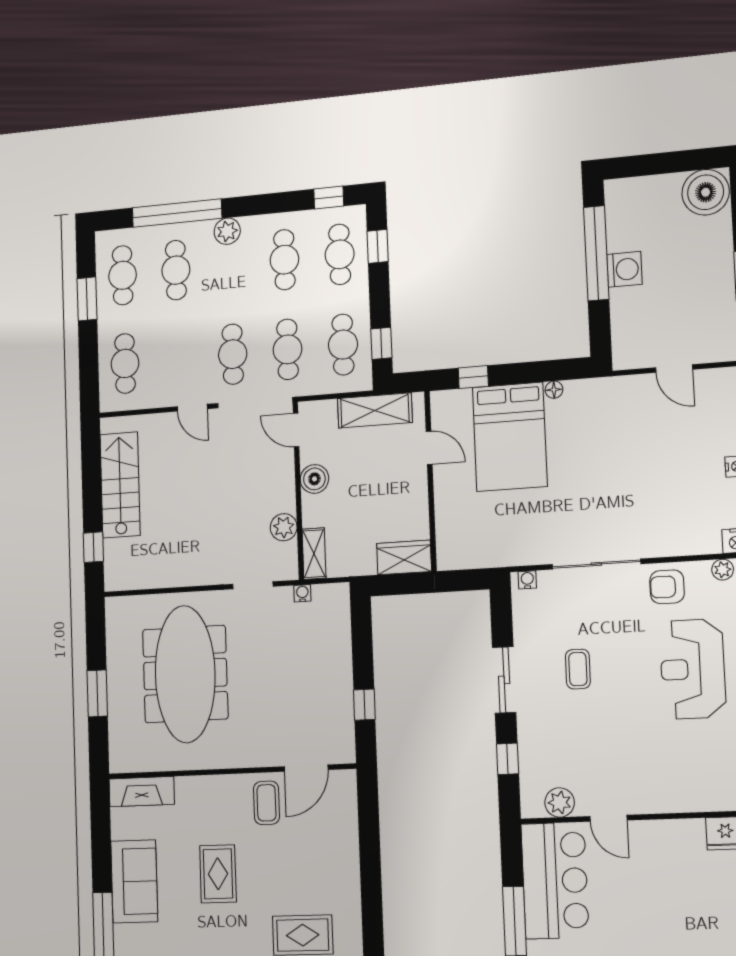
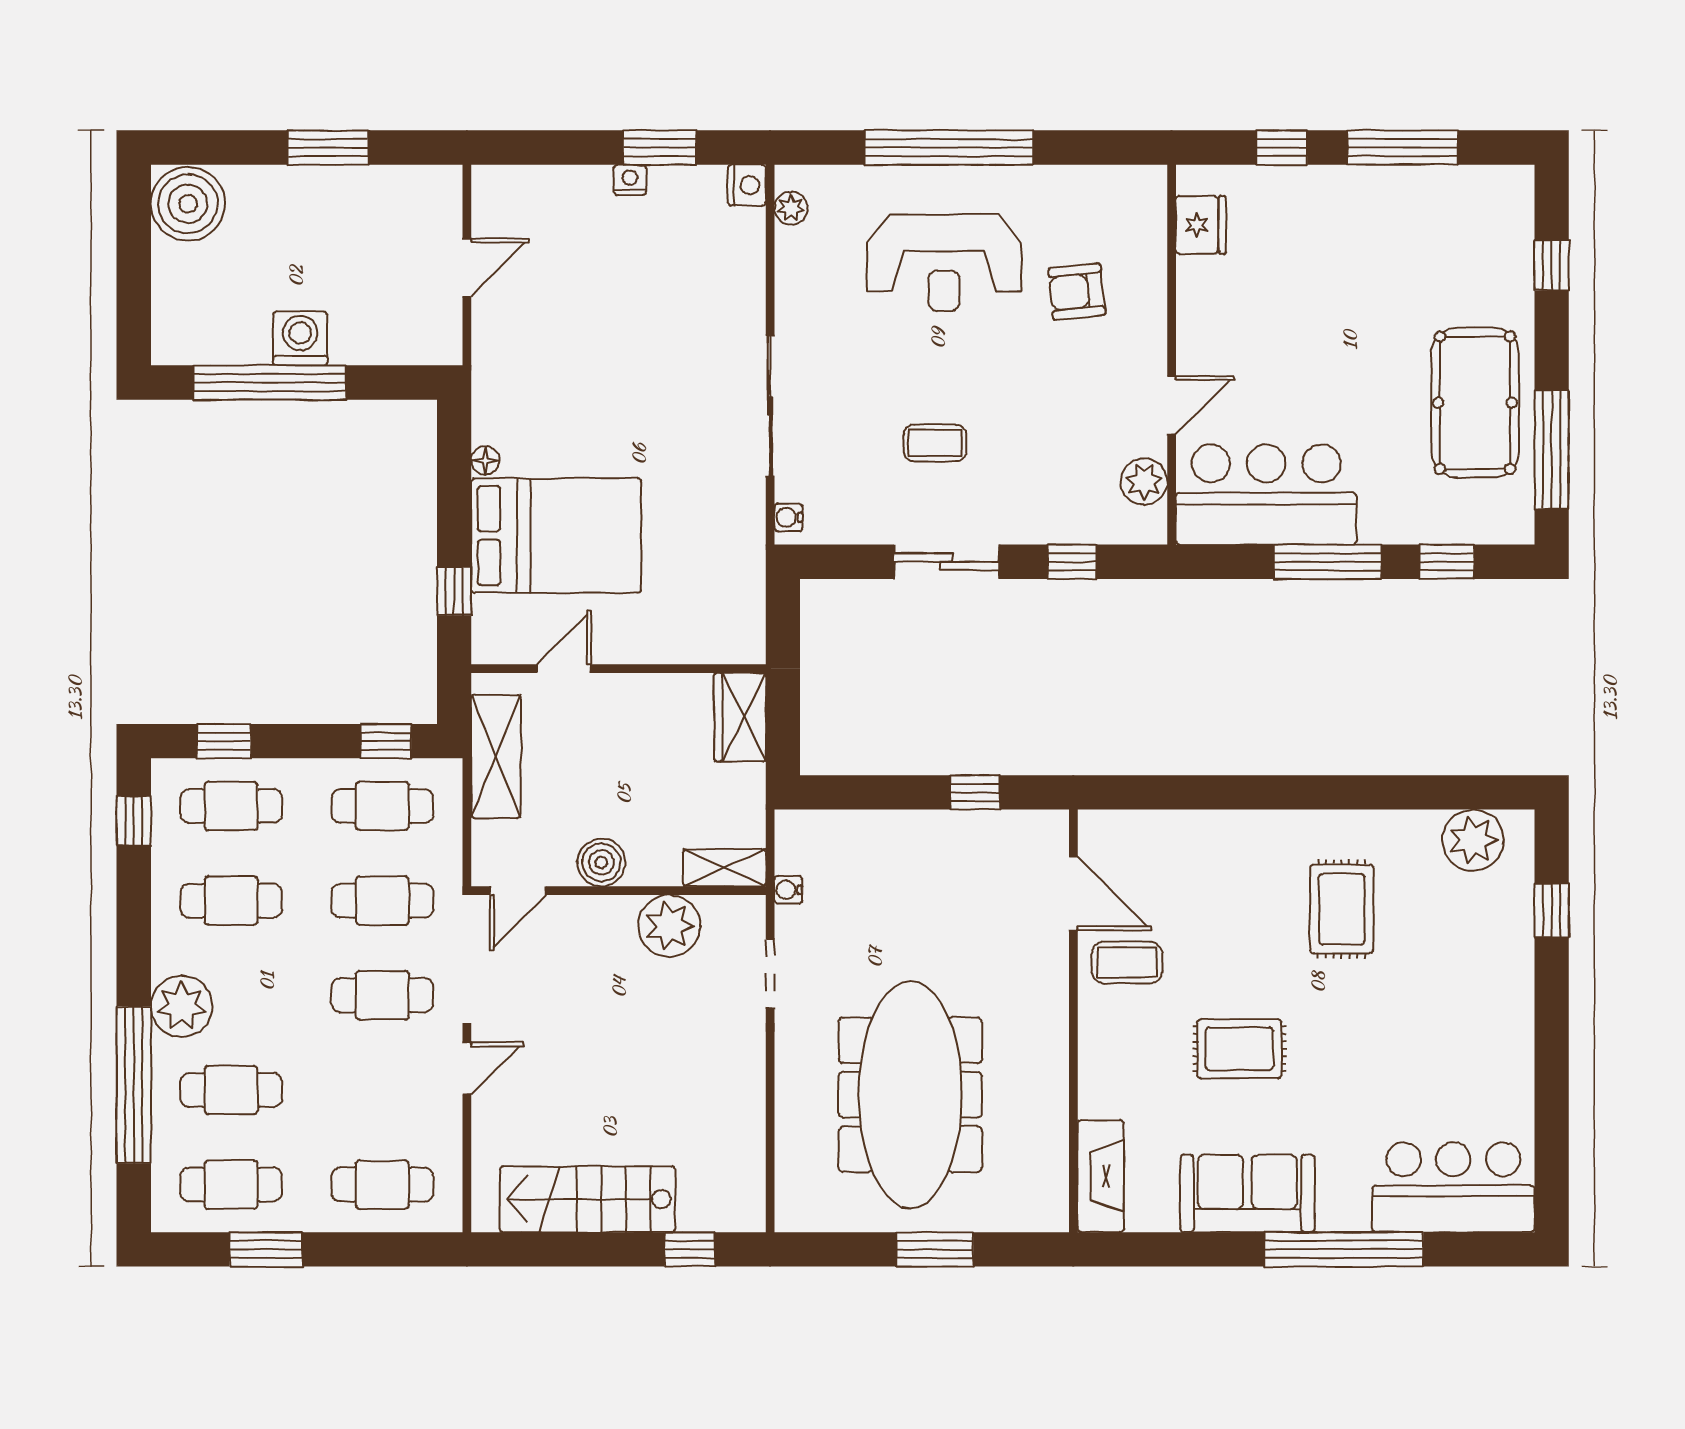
plant: (227, 231) -> (182, 1006), width x1.36, depth x1.36
plant: (284, 527) -> (669, 926), width x1.36, depth x1.36
armchair: (667, 587) -> (1077, 292), moved, turned 84
meeting table: (185, 674) -> (910, 1095), turned 90

